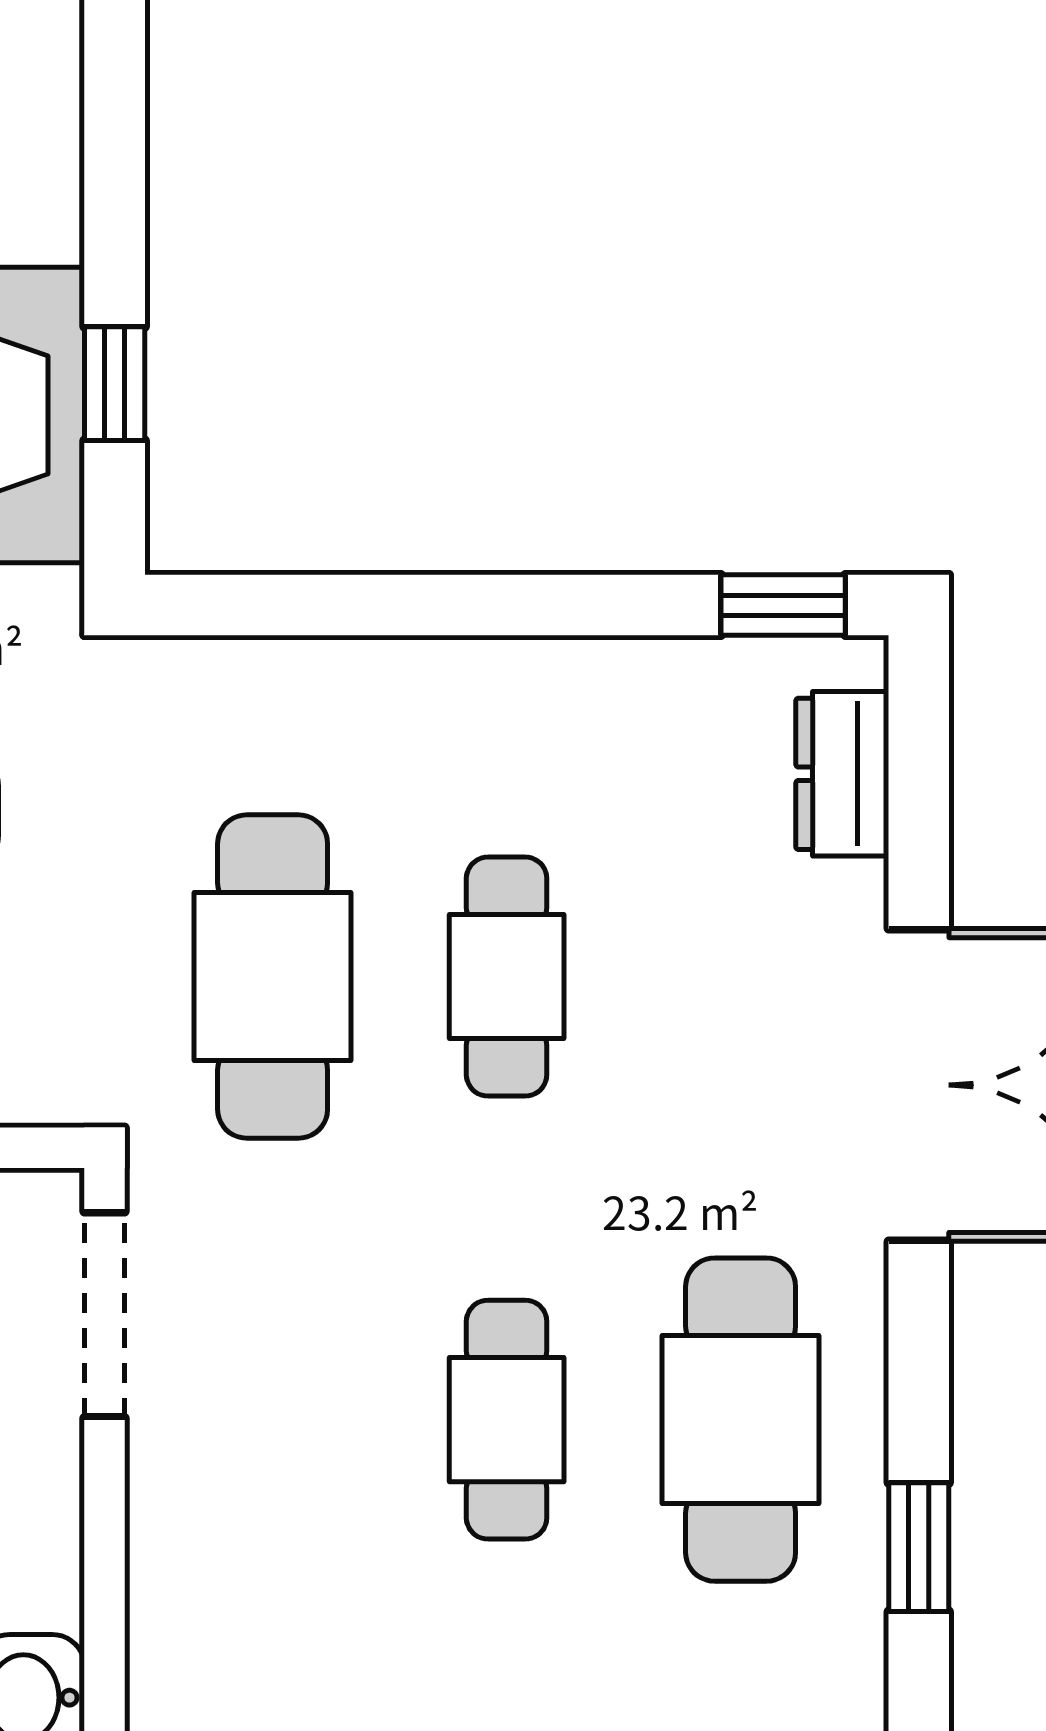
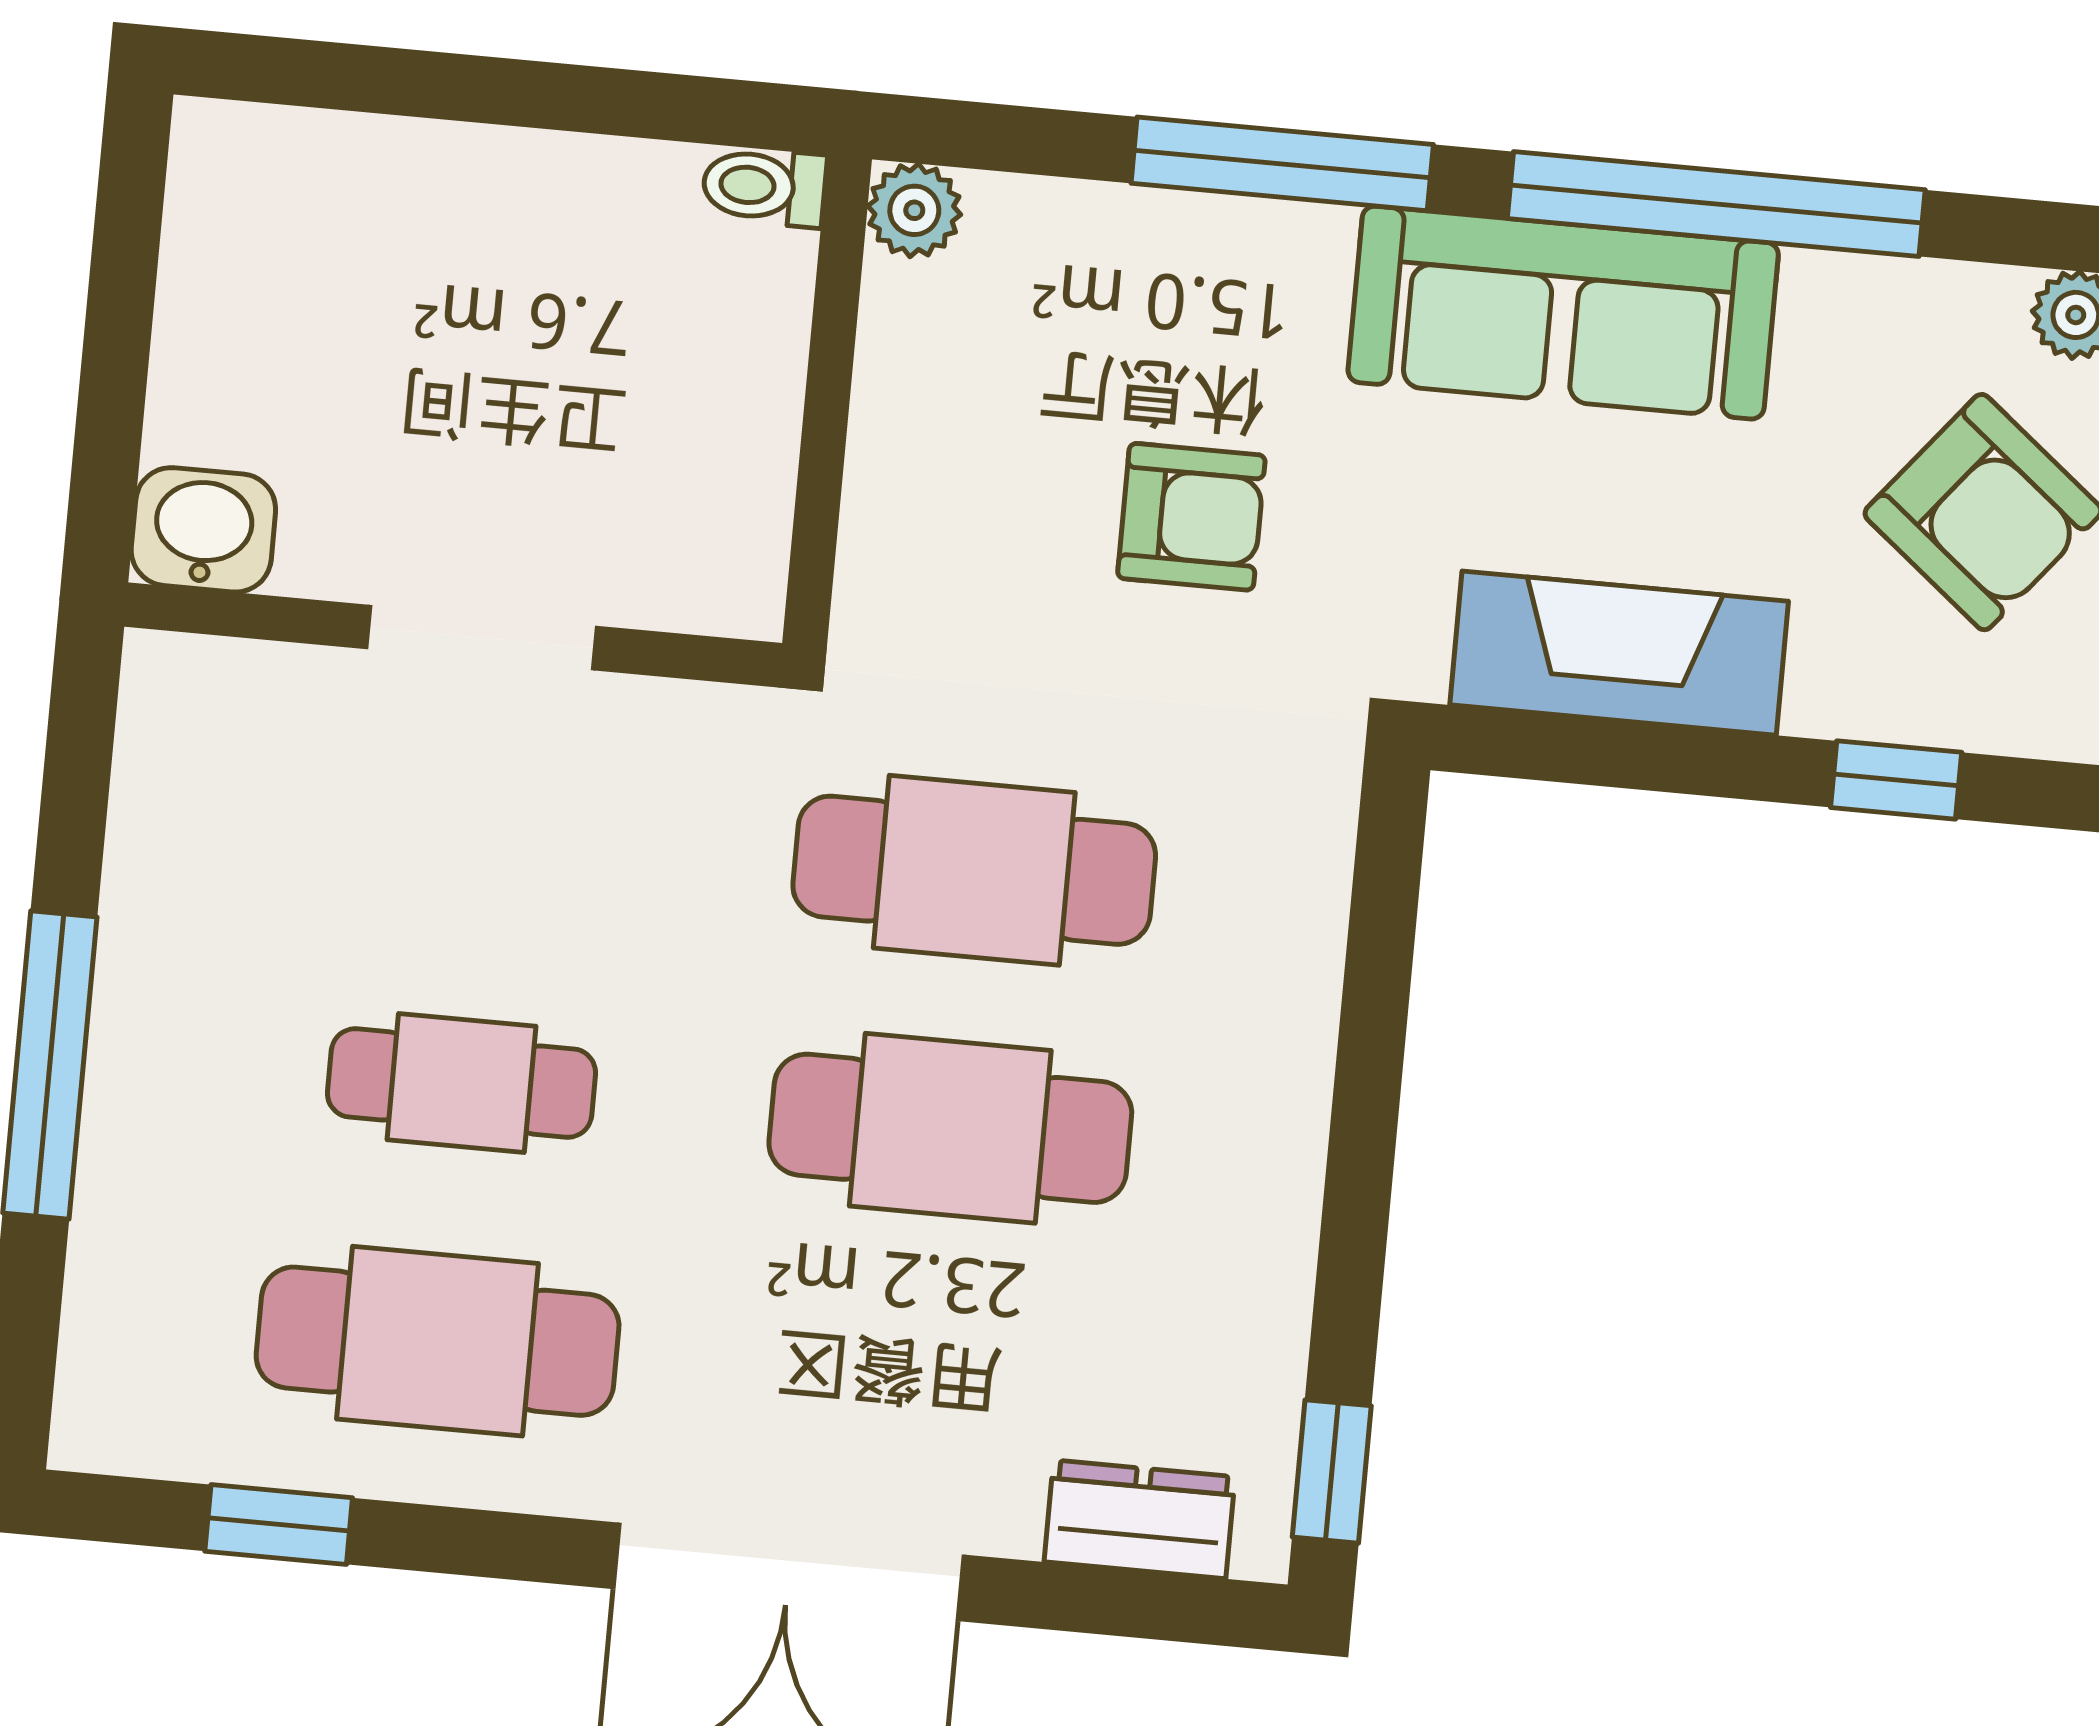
window: (115, 384) -> (1896, 780), moved
cafe table: (507, 977) -> (950, 1128), width x1.37, depth x1.35
doorway: (105, 1315) -> (482, 638), moved

